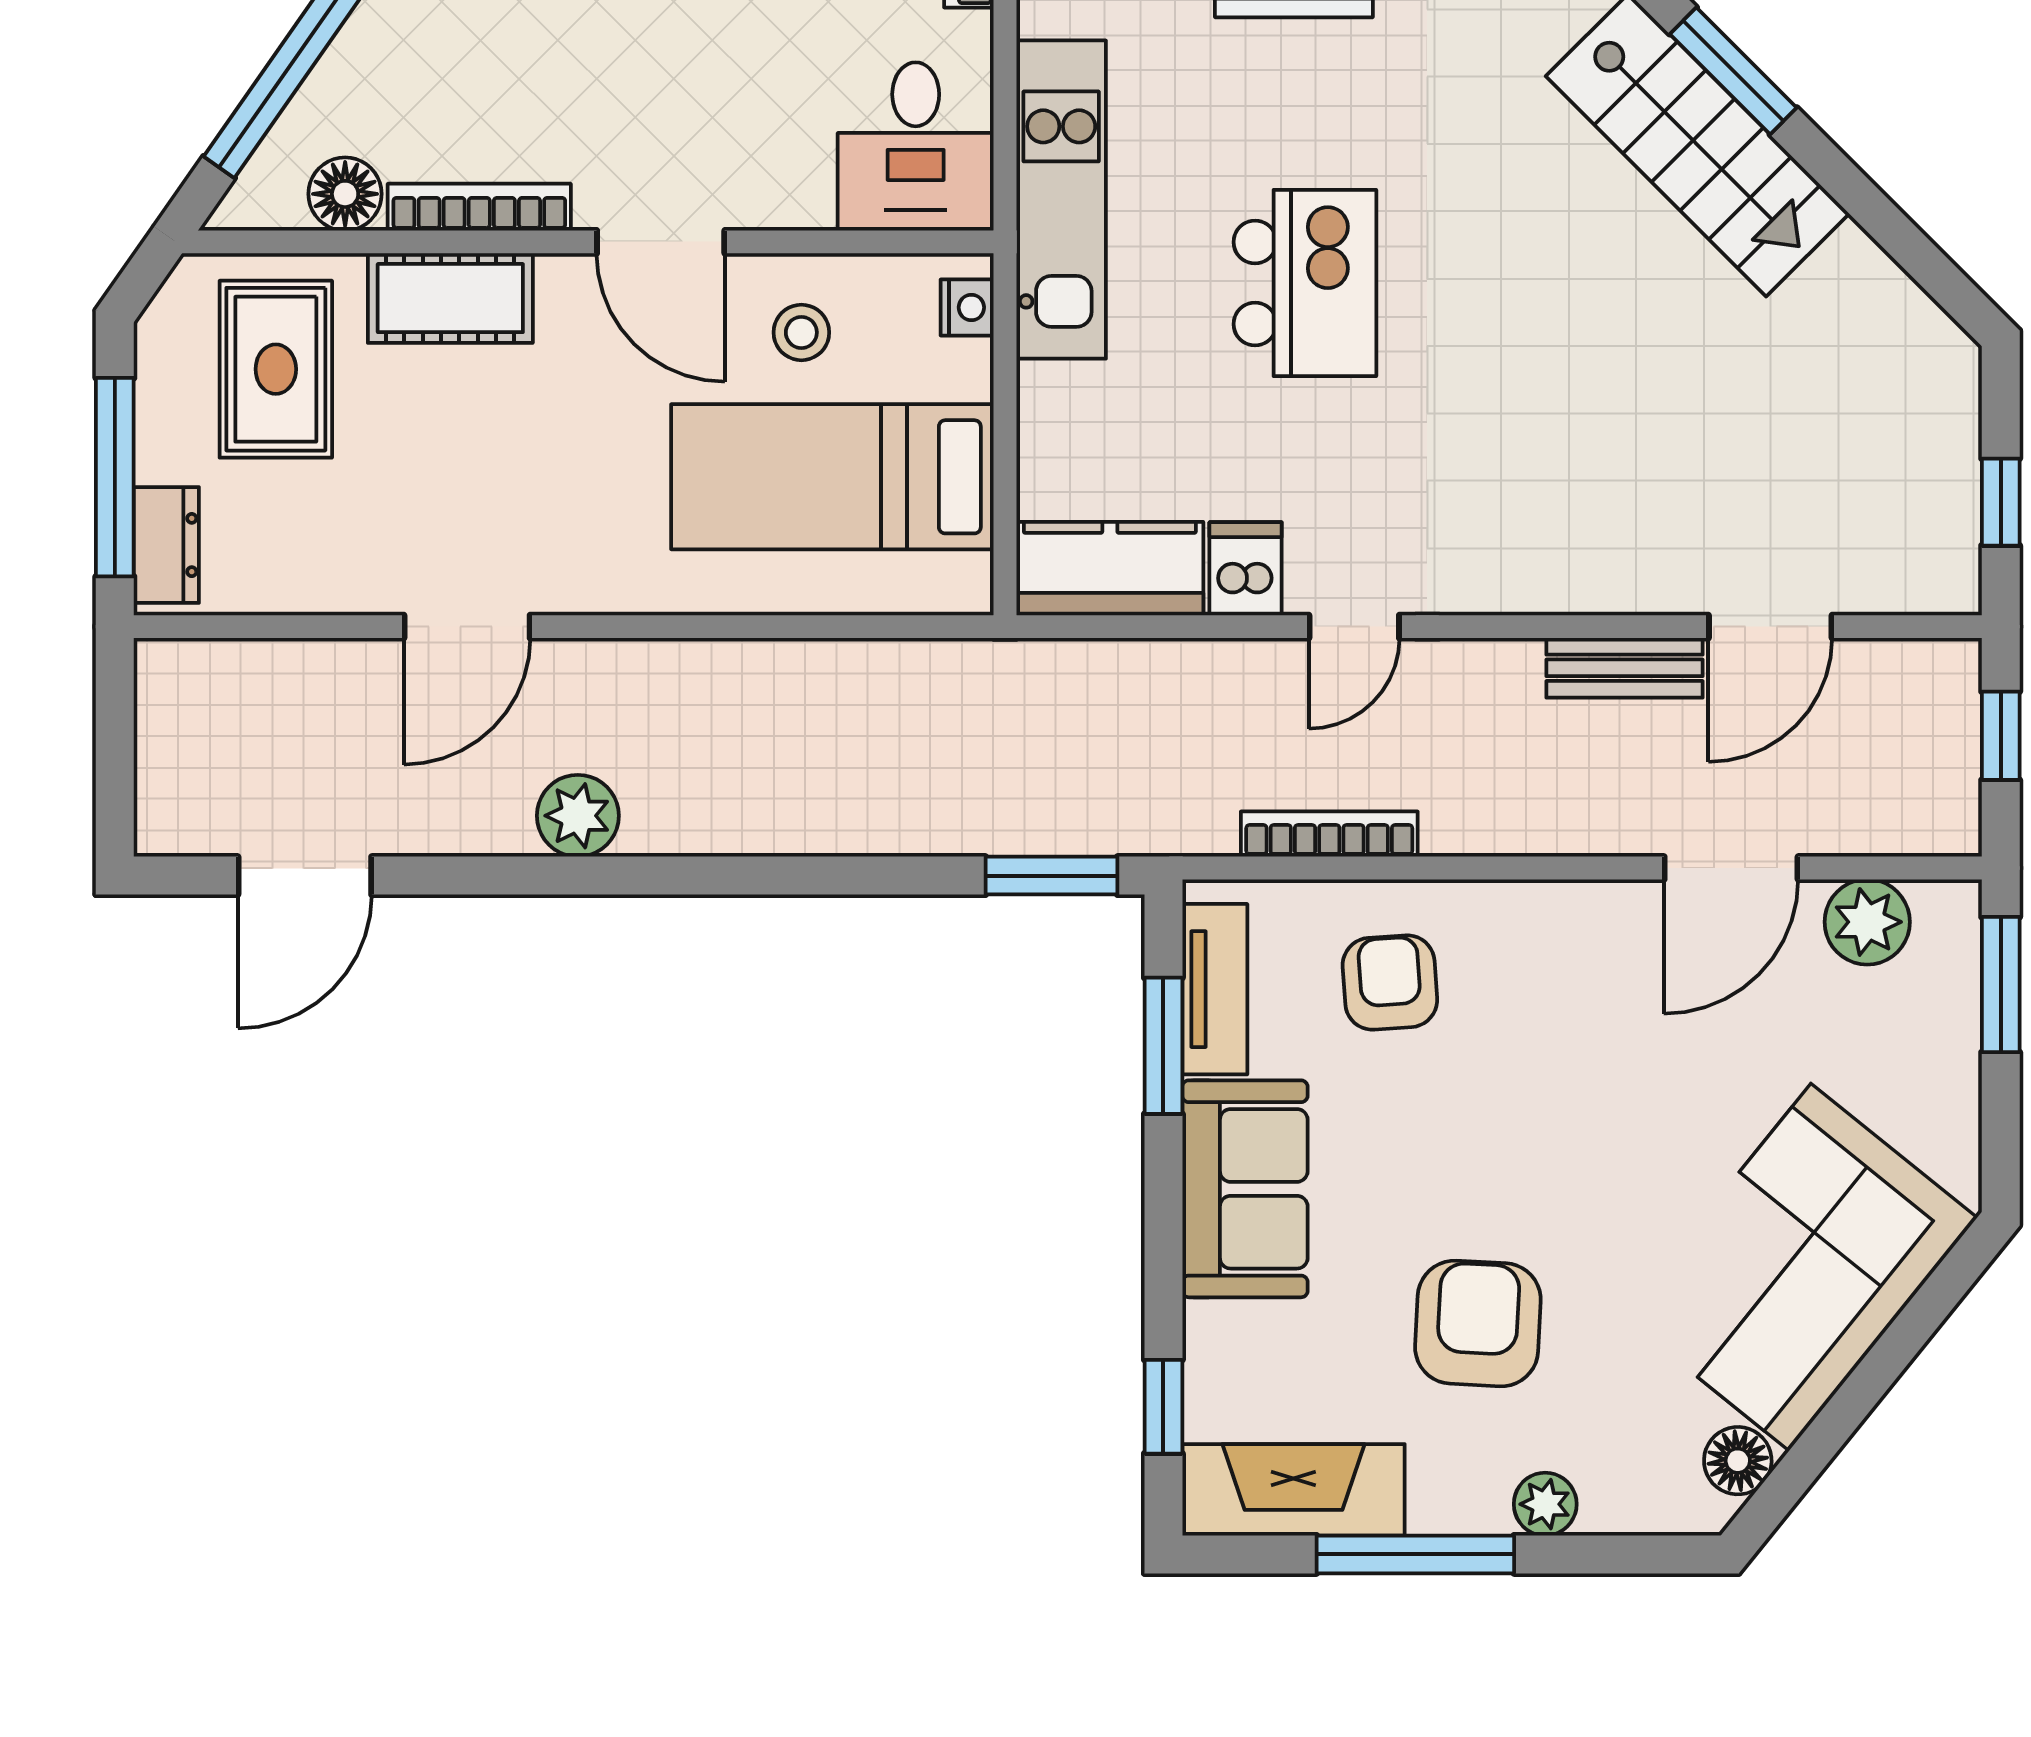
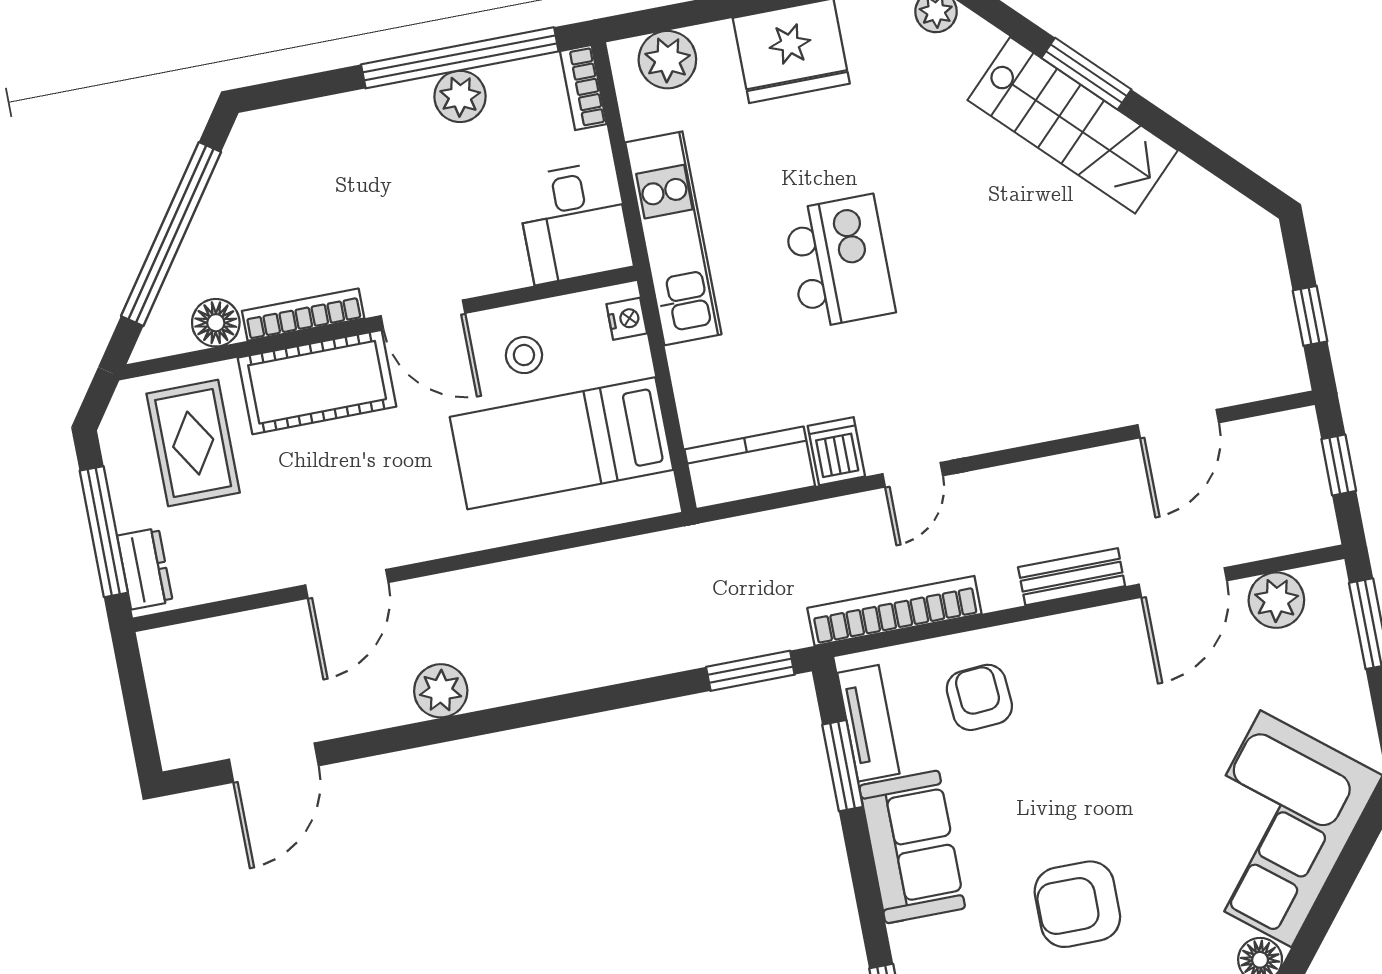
cot: (450, 298) -> (317, 382), width x1.37, depth x1.34
bench: (1624, 668) -> (1072, 577), moved
bookcase: (1329, 834) -> (894, 611), width x1.48, depth x1.31
armchair: (1478, 1323) -> (1077, 904), turned -93

